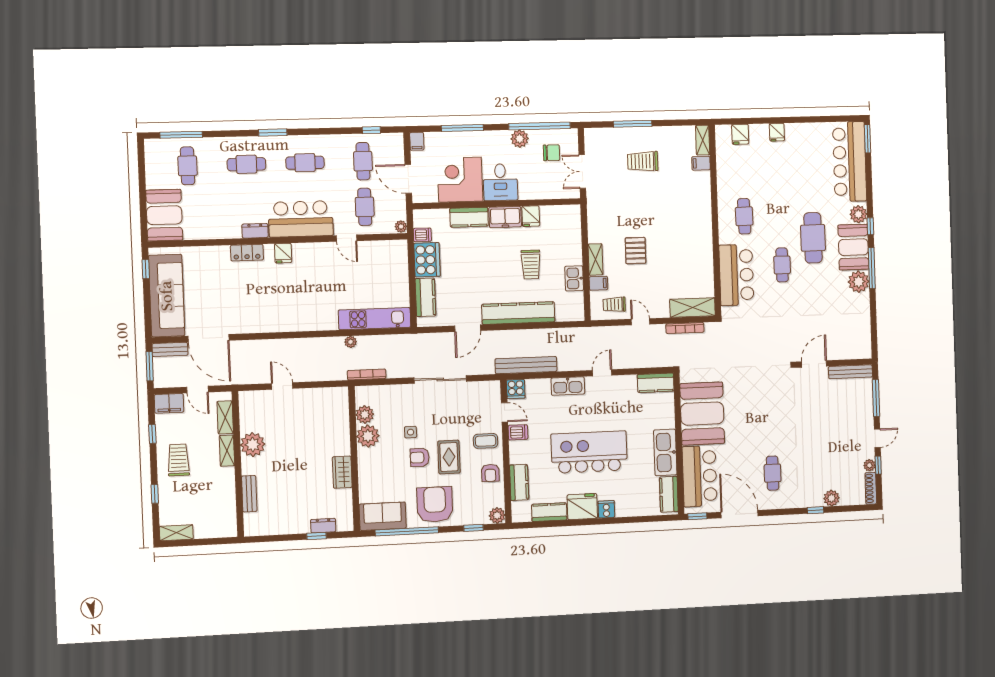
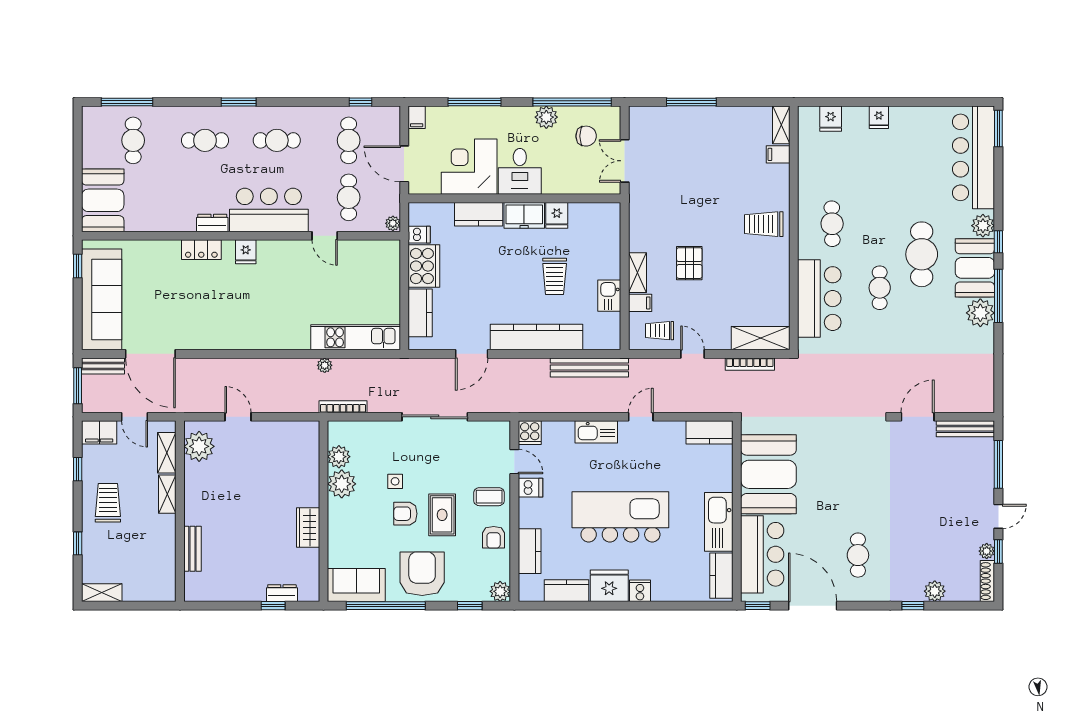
trolley: (643, 161) -> (764, 224), moved
bench: (526, 365) -> (589, 367), moved
plant: (253, 445) -> (199, 446), moved

